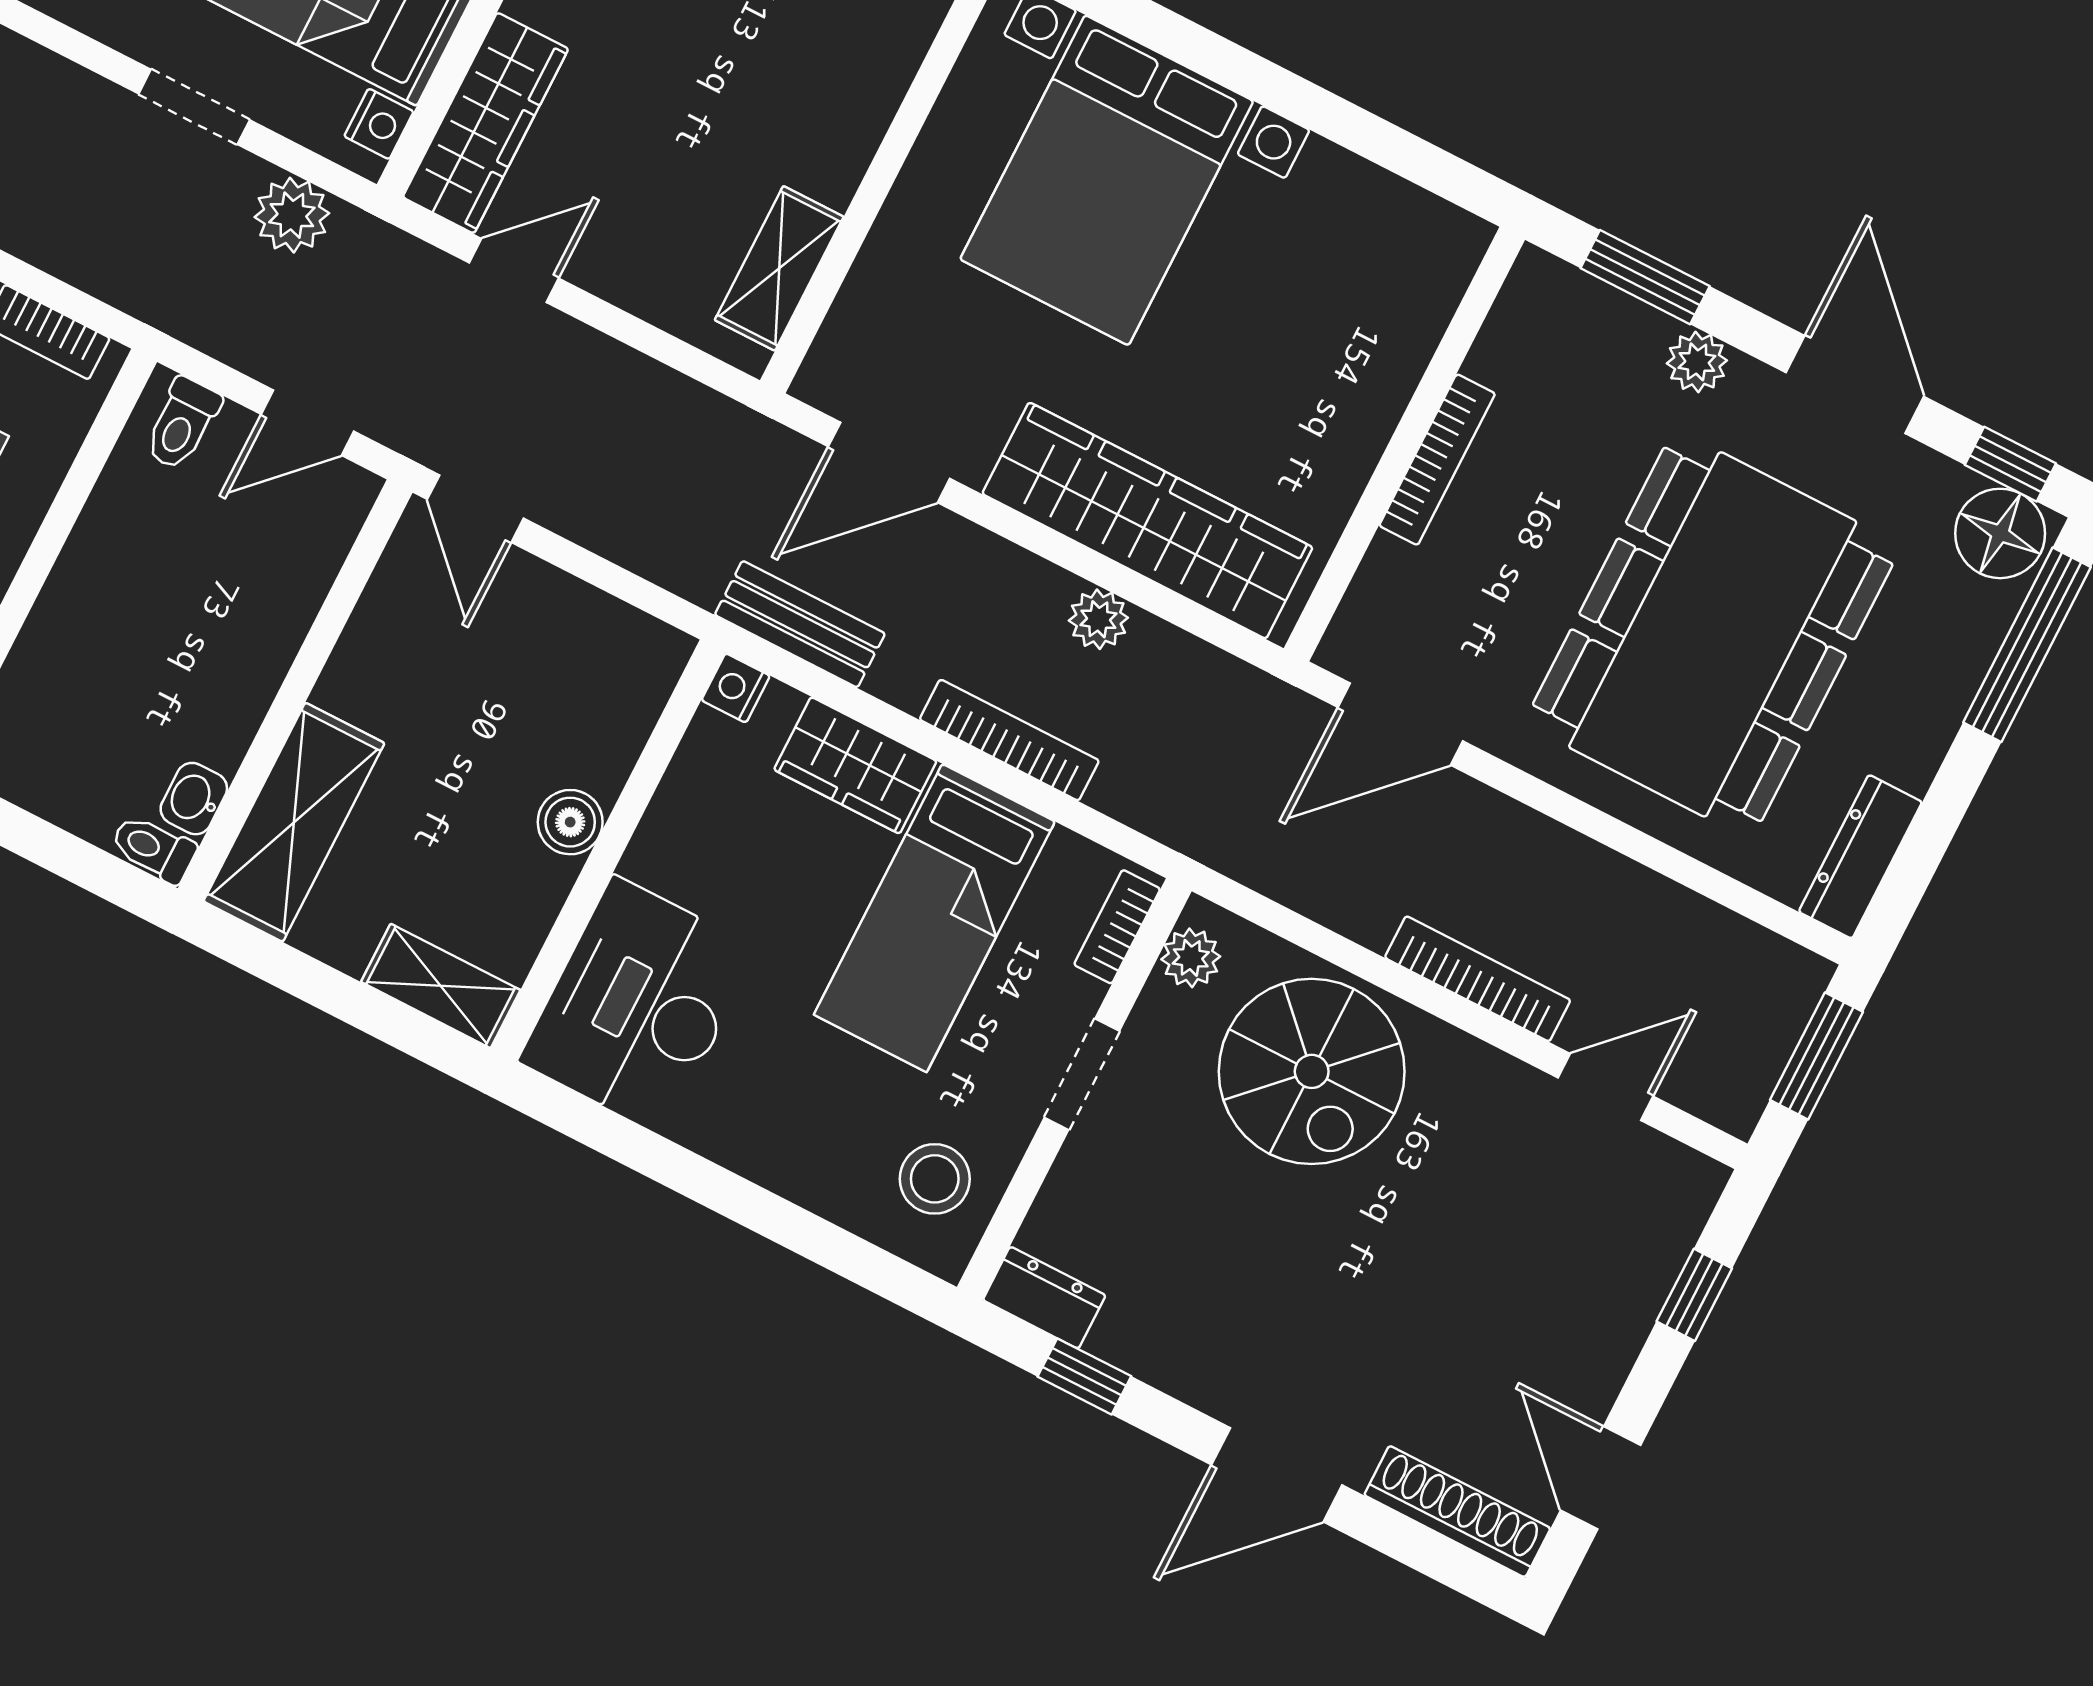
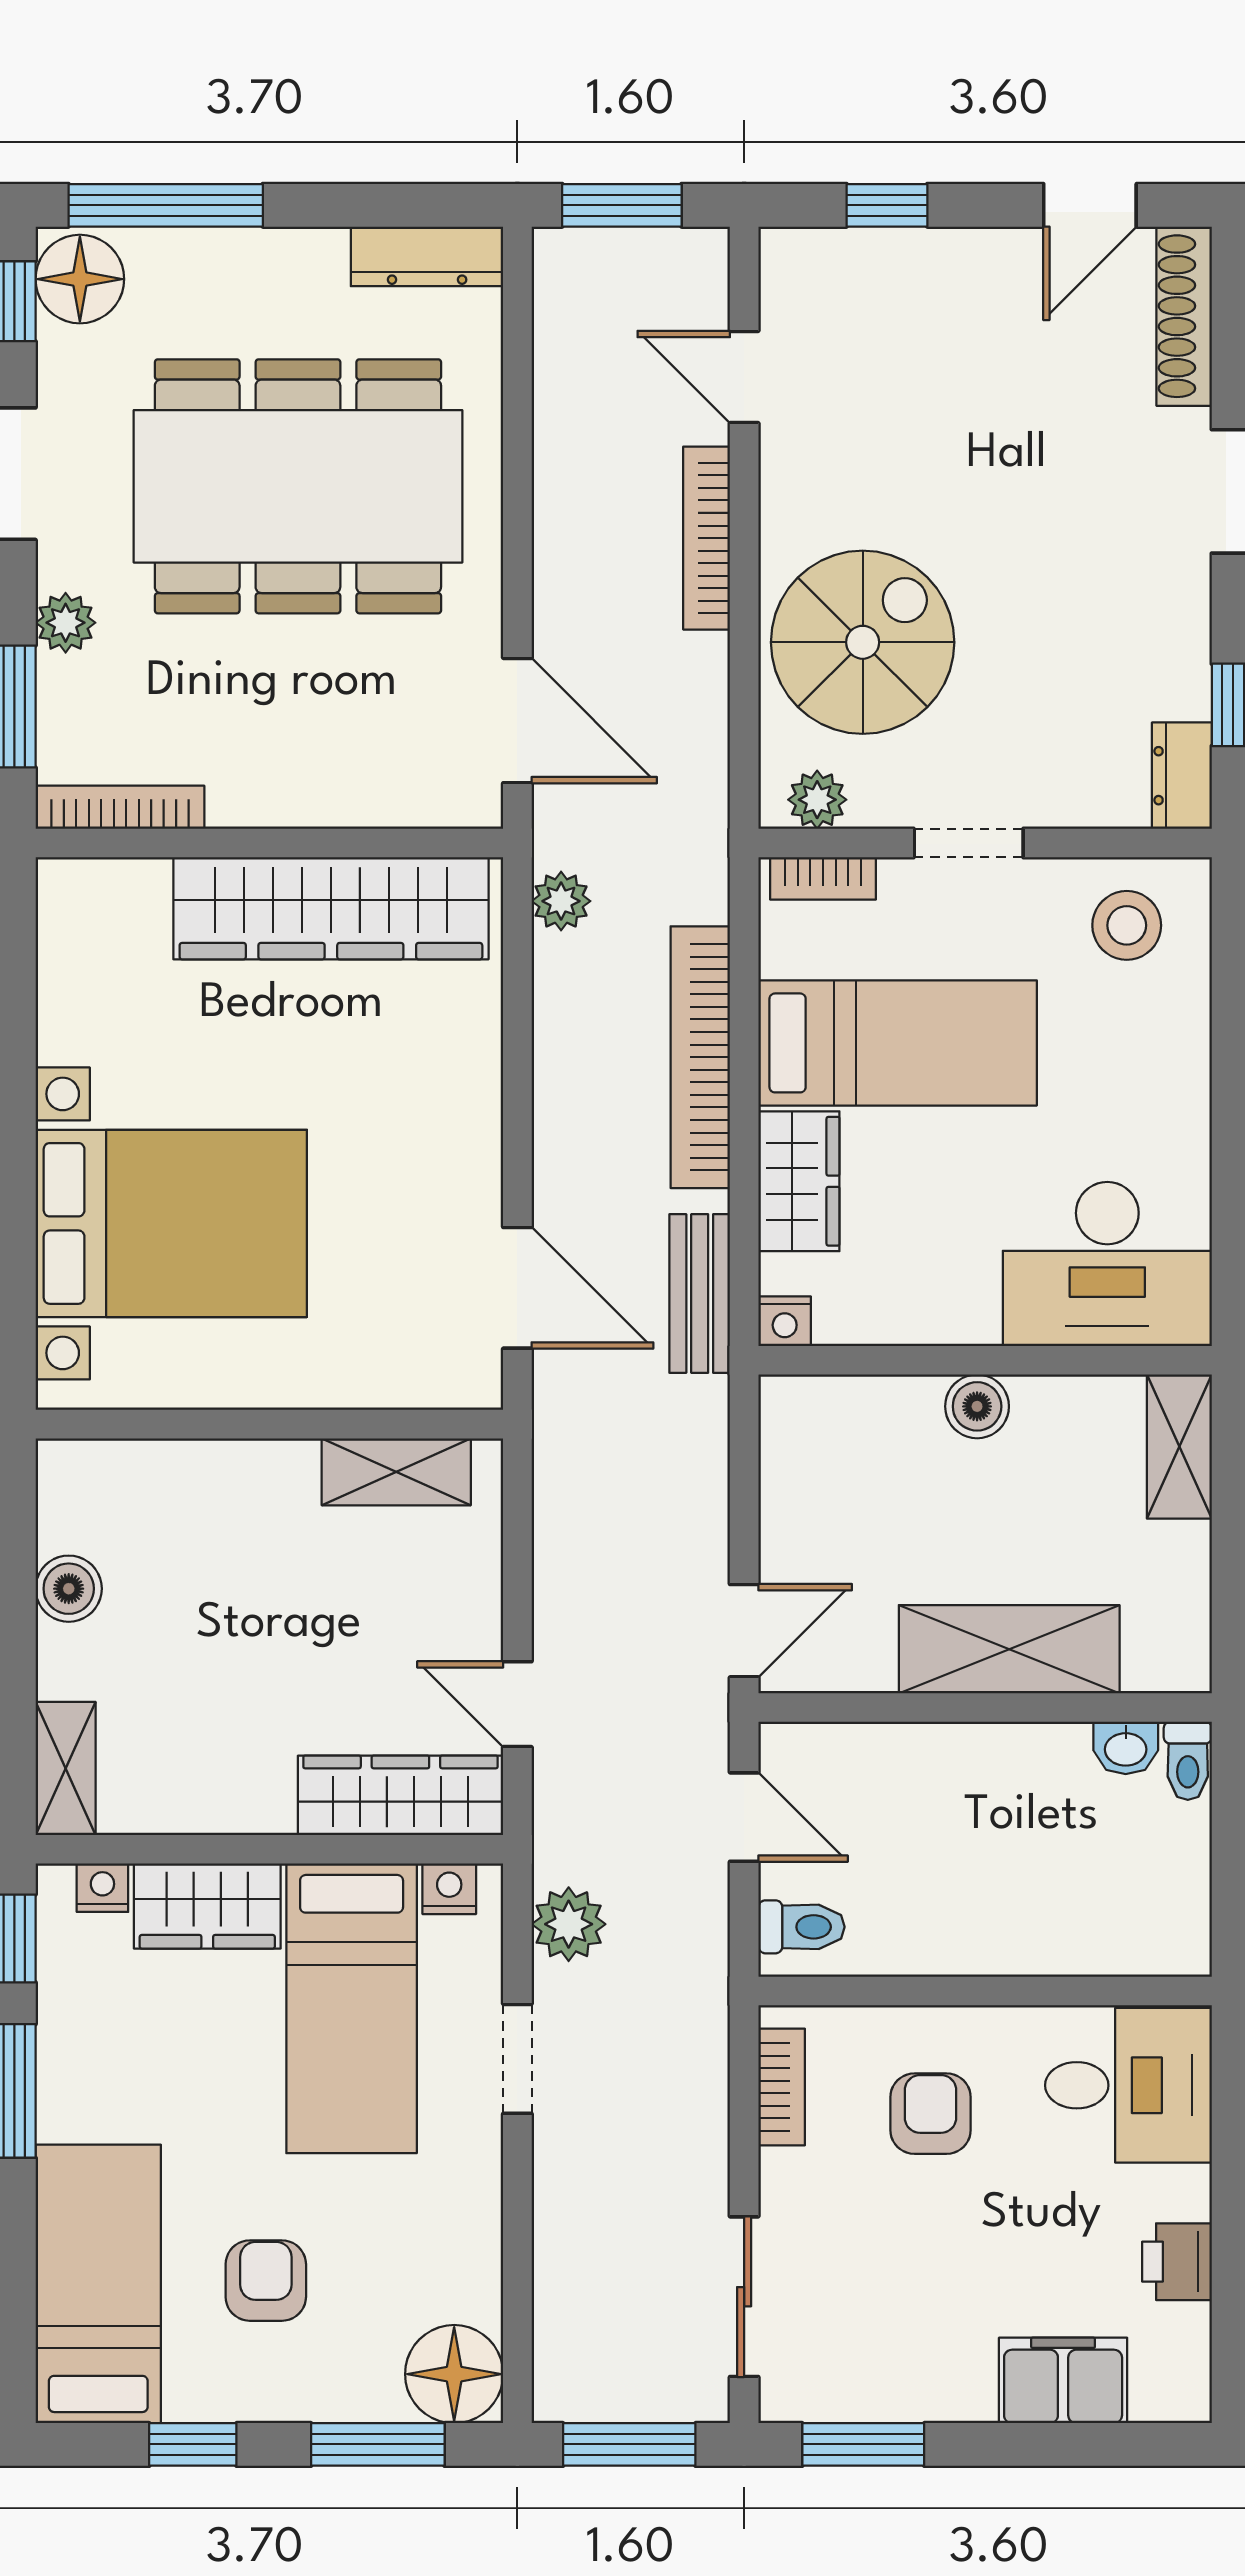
bookcase: (1437, 460) -> (120, 807), moved
wardrobe: (1147, 521) -> (331, 908), moved, turned -90
plant: (1098, 619) -> (561, 901), moved
bookcase: (1009, 740) -> (700, 1057), width x1.48, depth x1.31
shelving: (294, 822) -> (1009, 1649), moved

